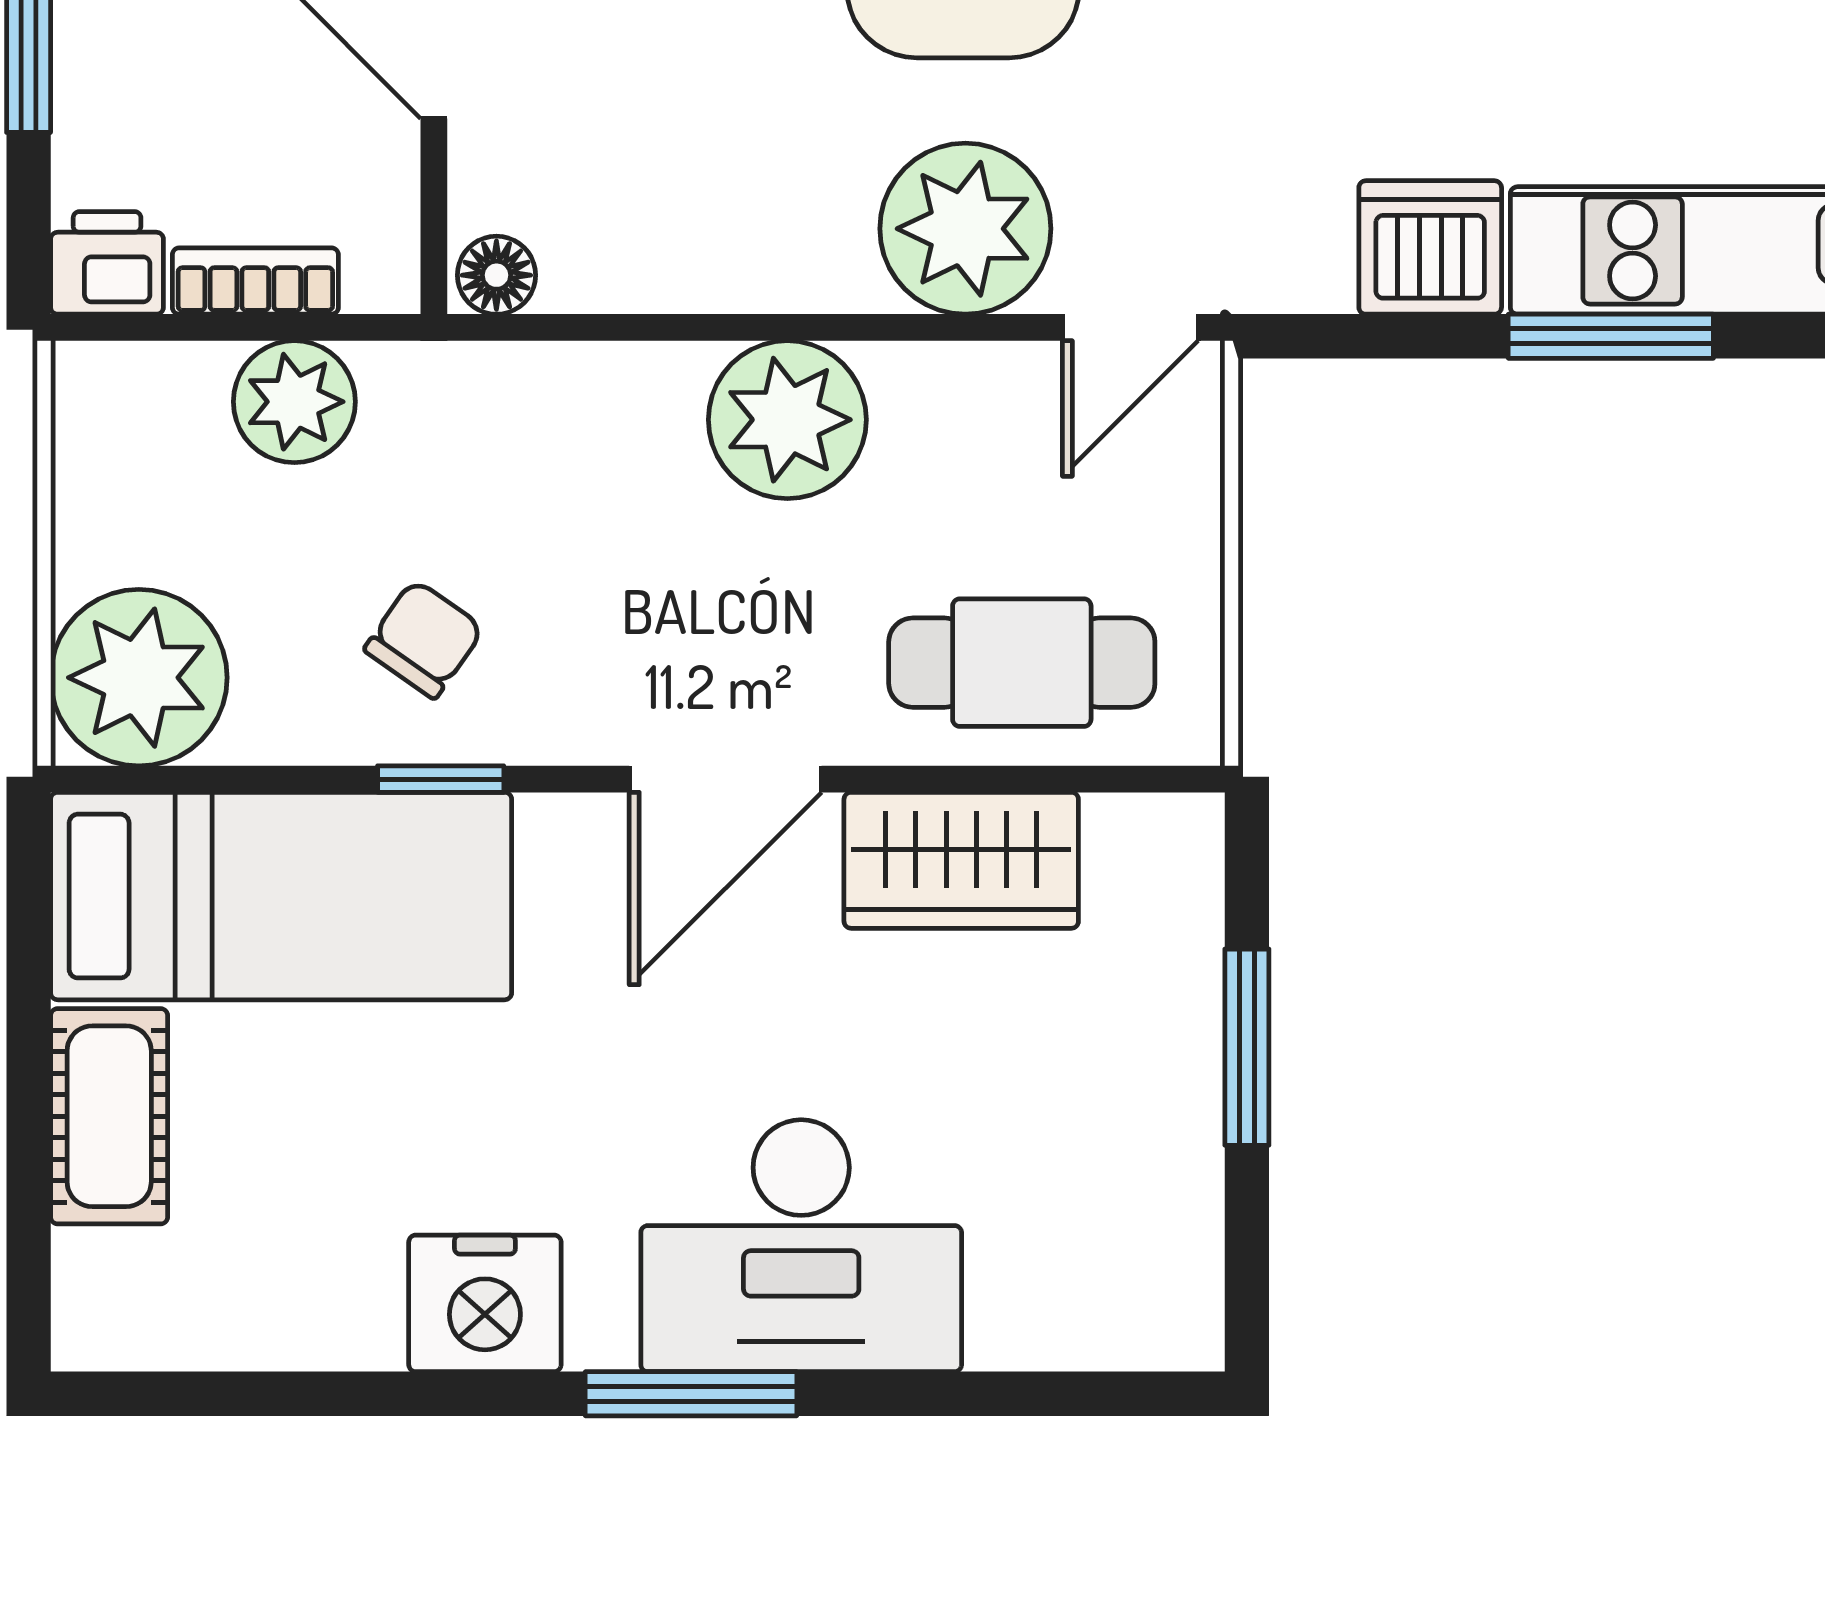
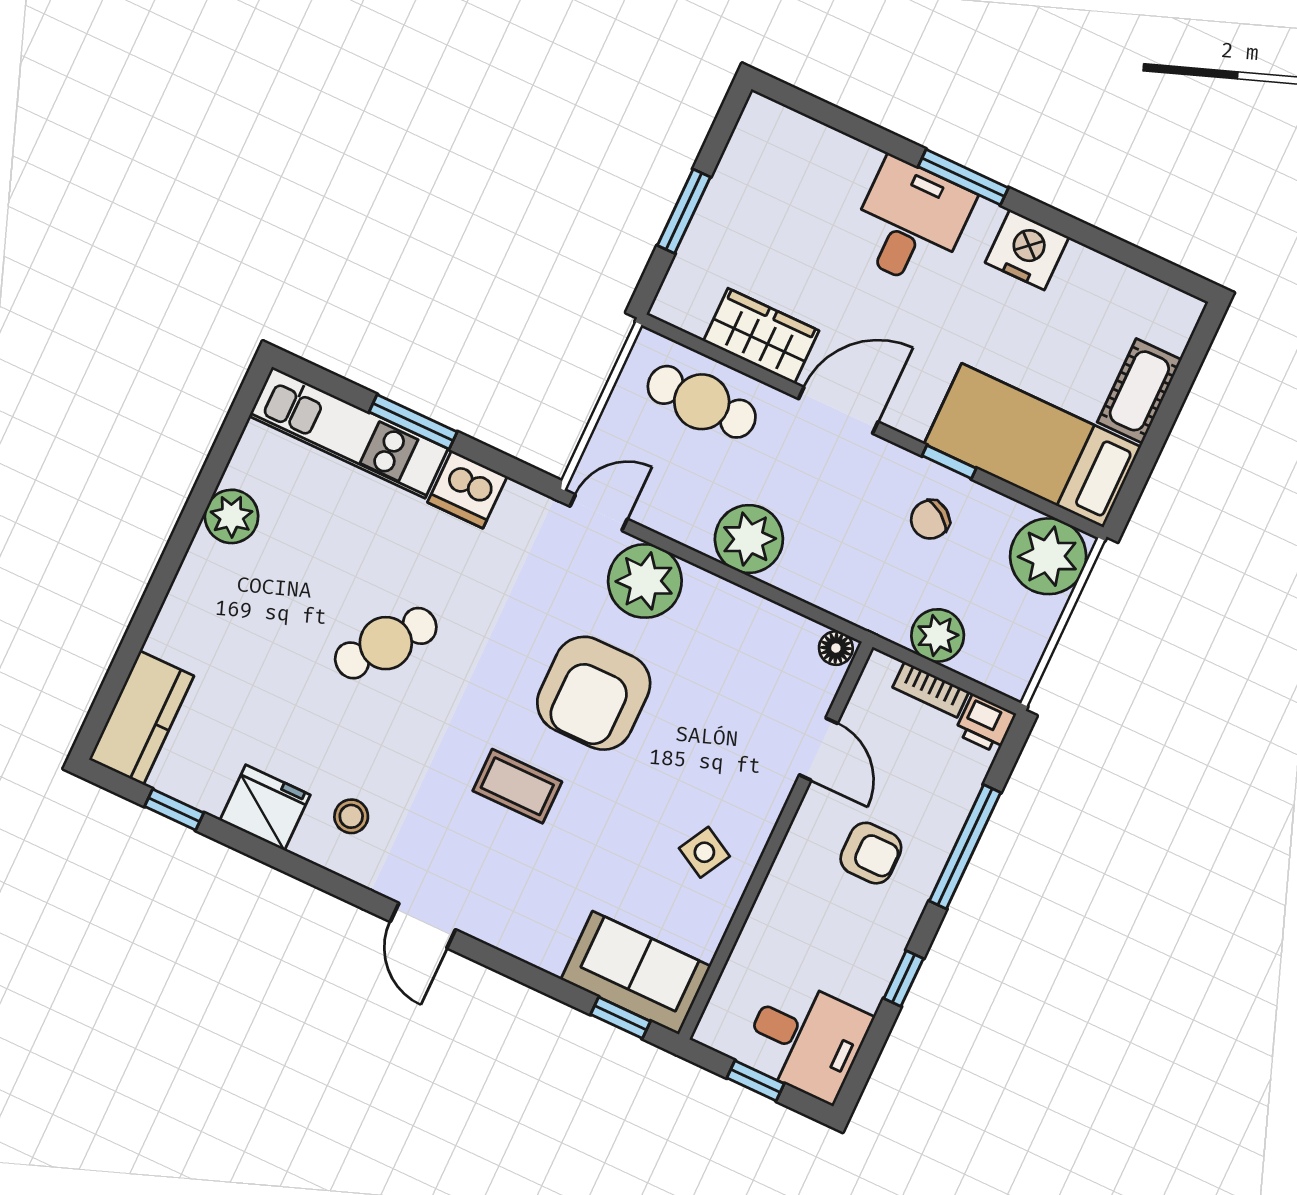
desk: (801, 1246) -> (910, 223), width x0.73

